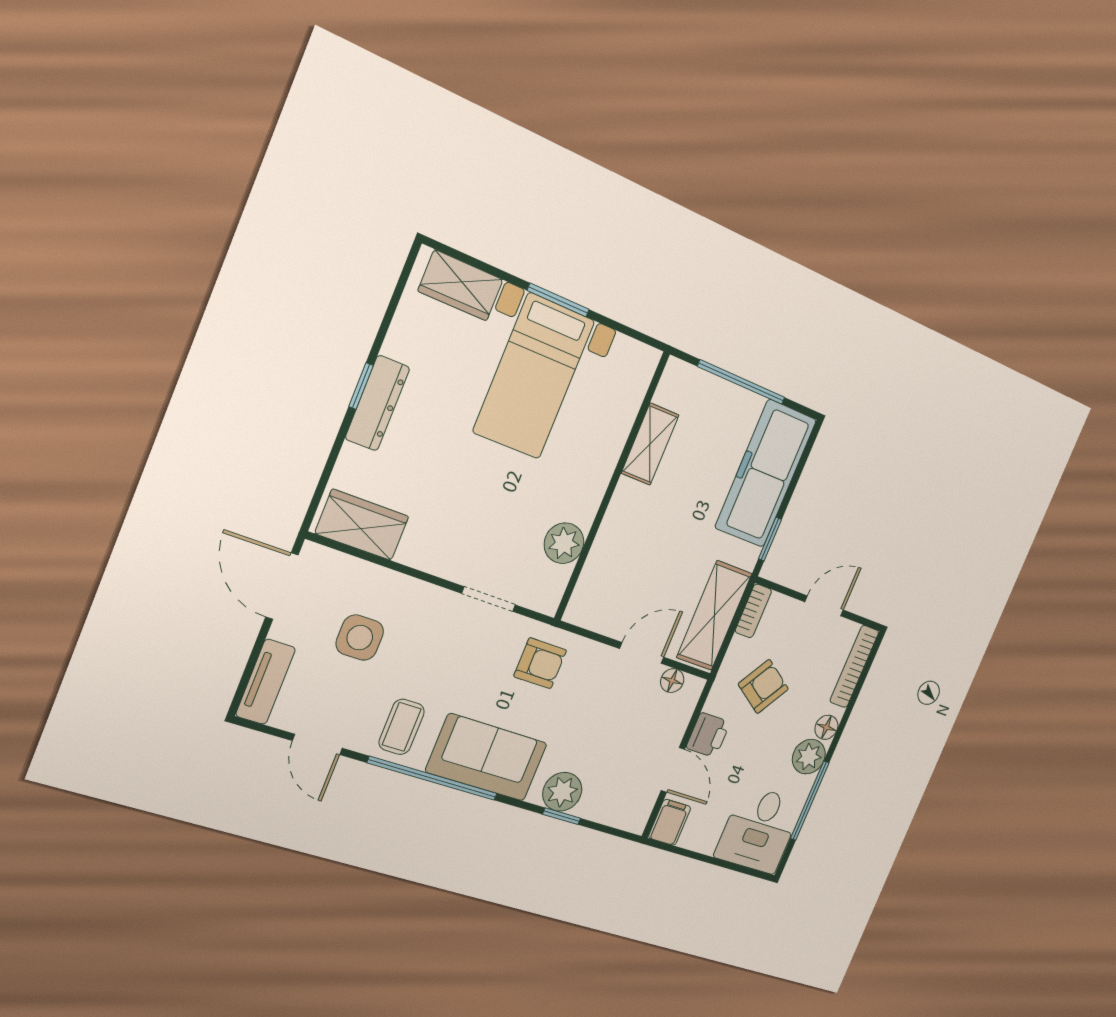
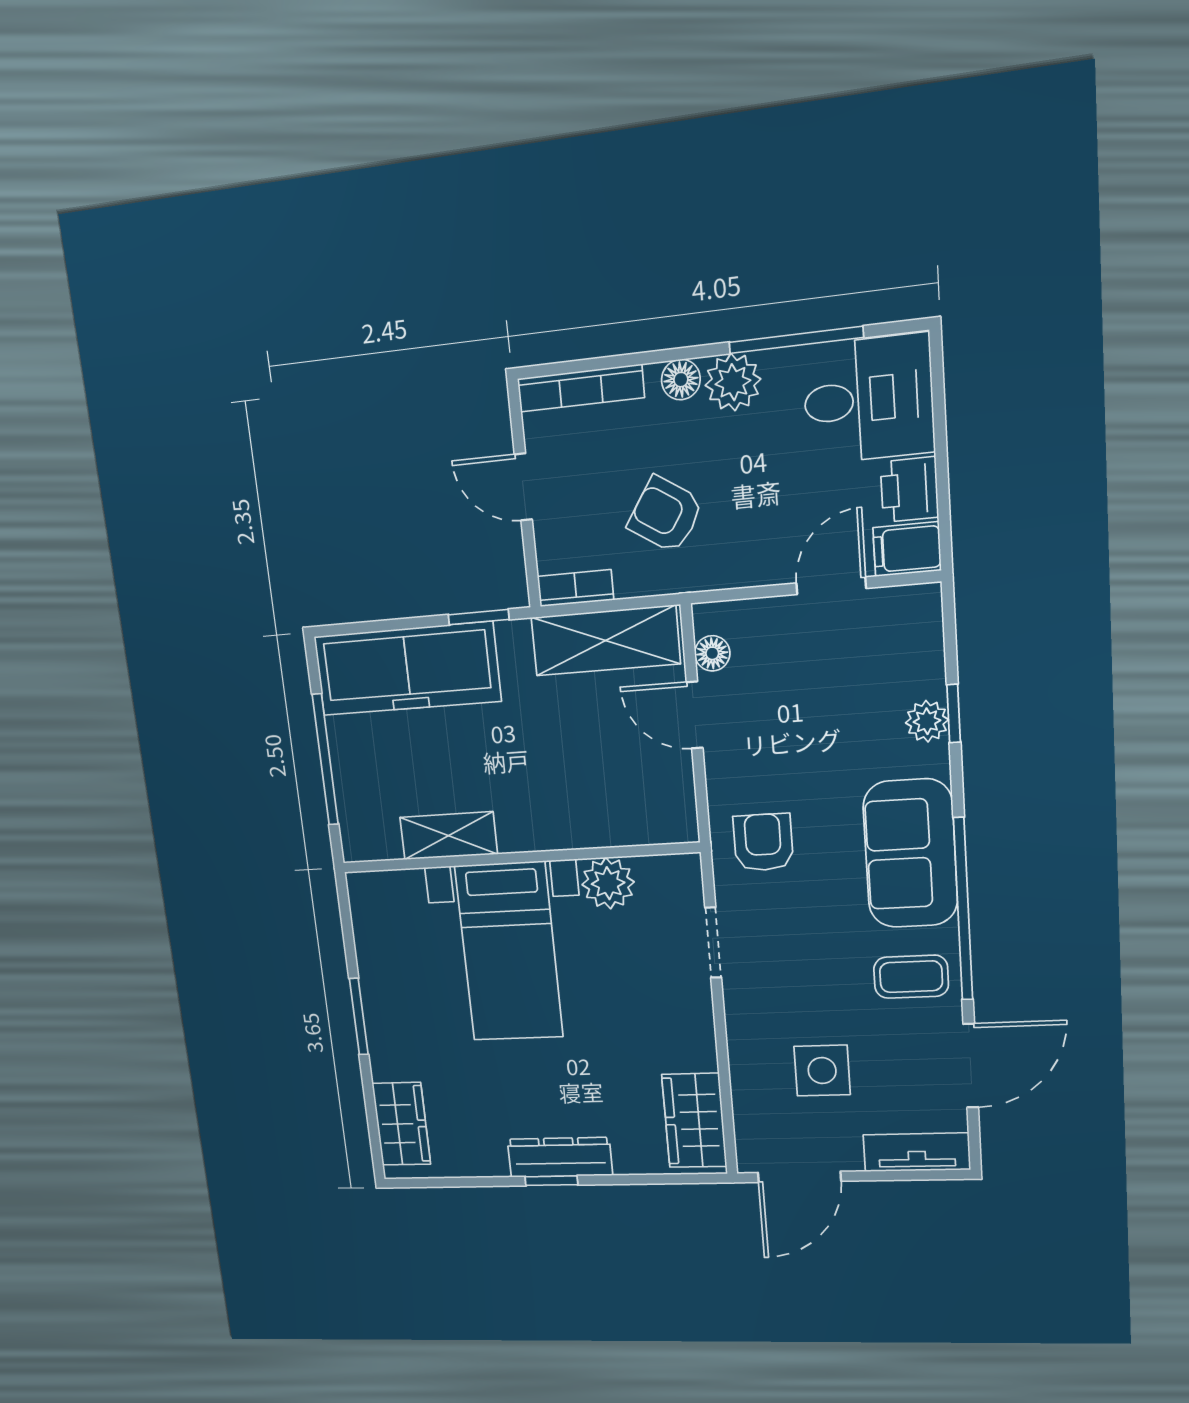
bed with nightstands: (534, 376) -> (509, 952), moved, turned 90
printer: (708, 735) -> (909, 490), moved, turned -90
door: (317, 744) -> (971, 1066), width x1.38
plant: (562, 792) -> (927, 721), width x0.73, depth x0.73

